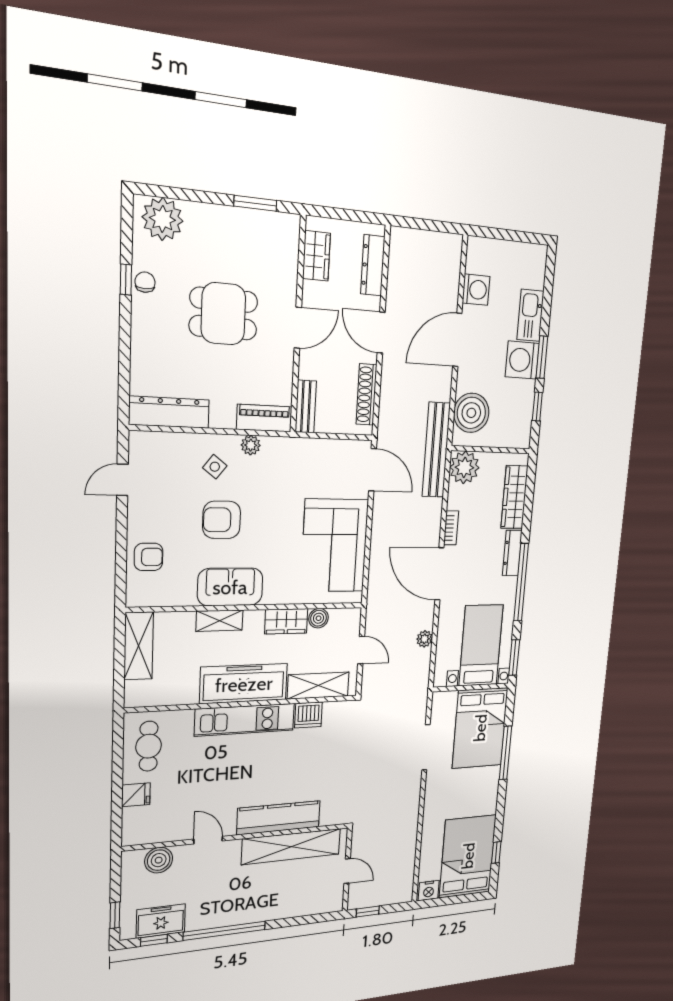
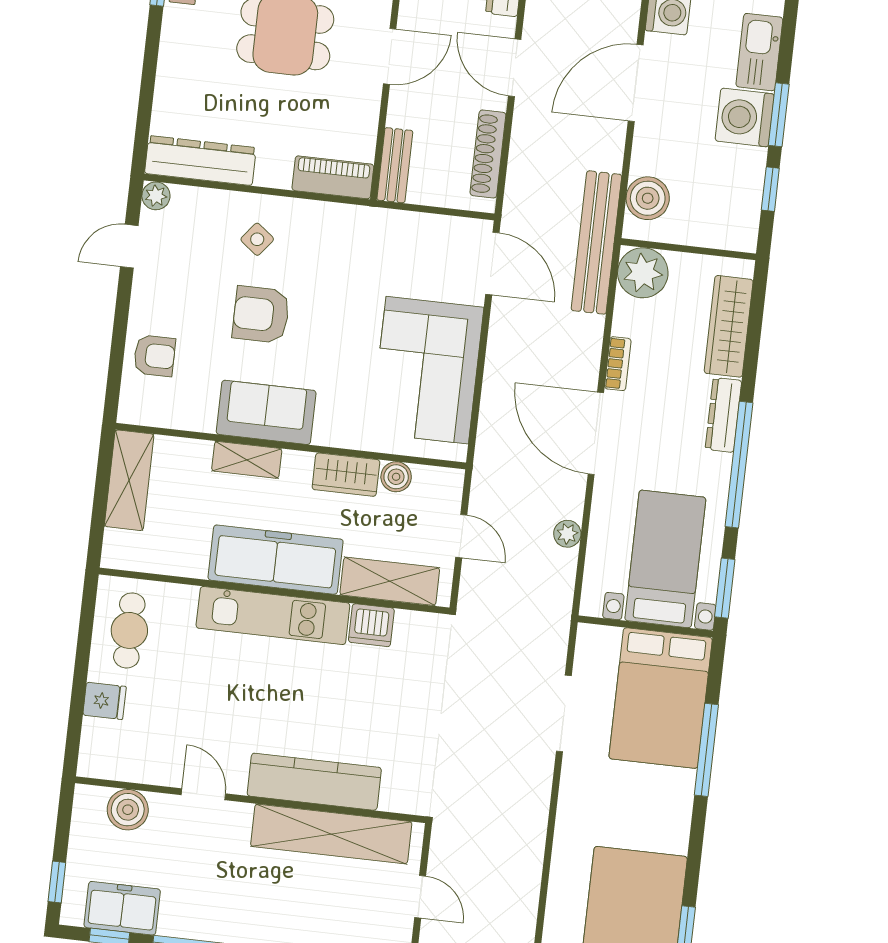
boiler: (471, 413) -> (648, 198), width x0.73, depth x0.73
plant: (251, 445) -> (156, 196), moved

